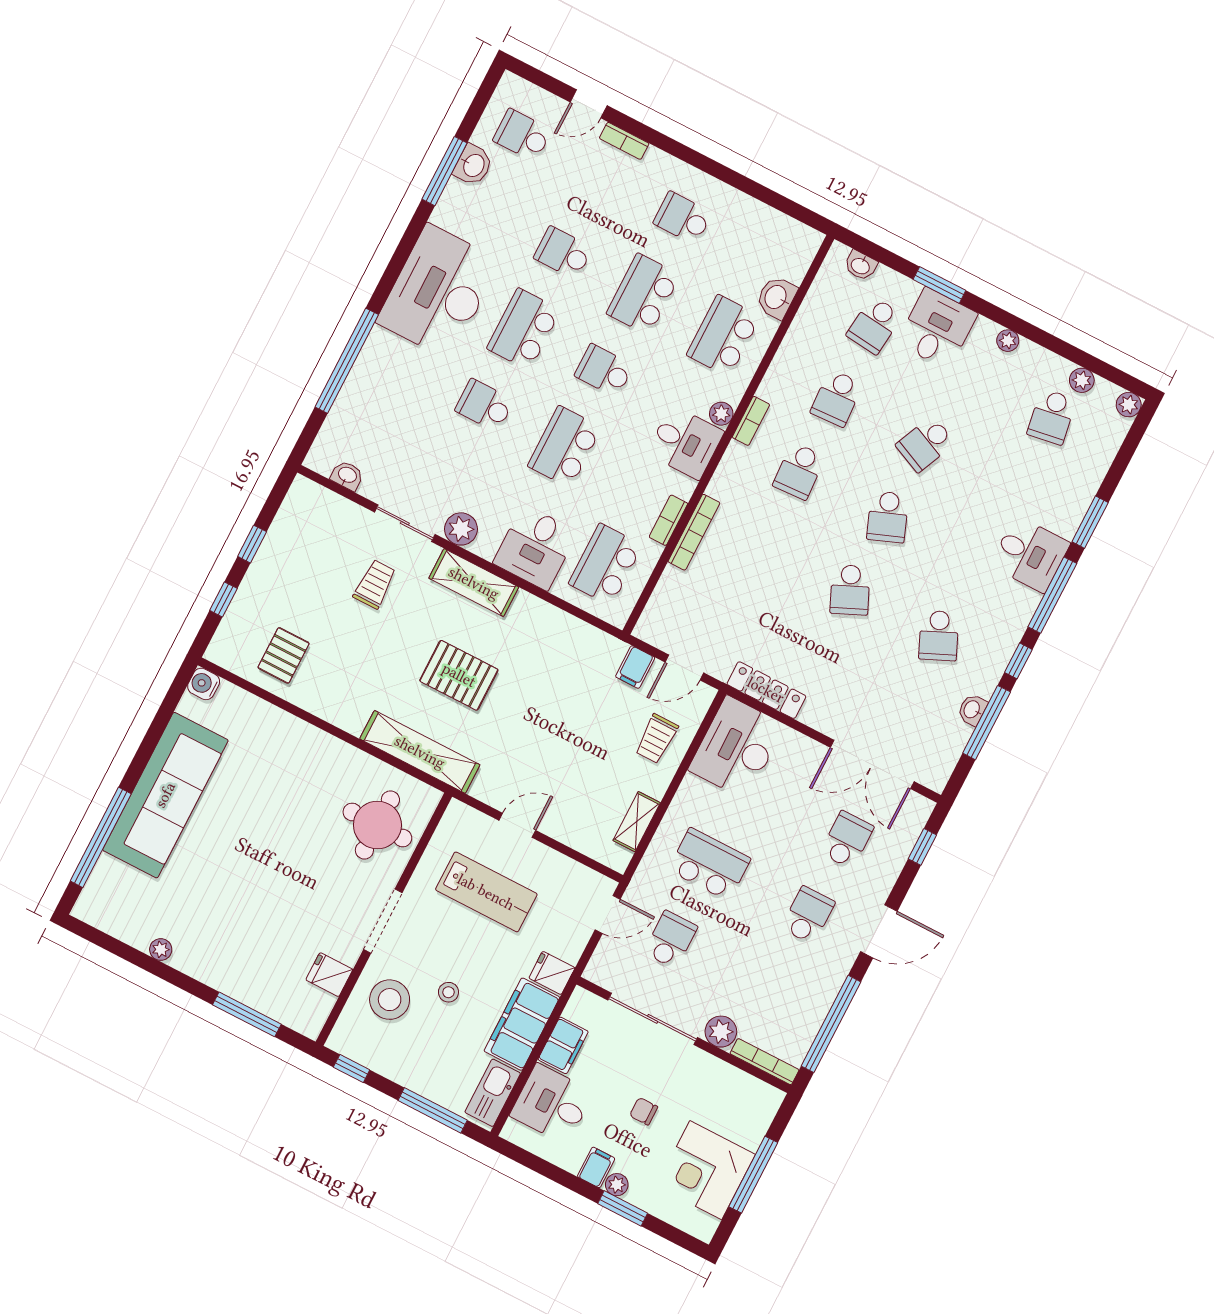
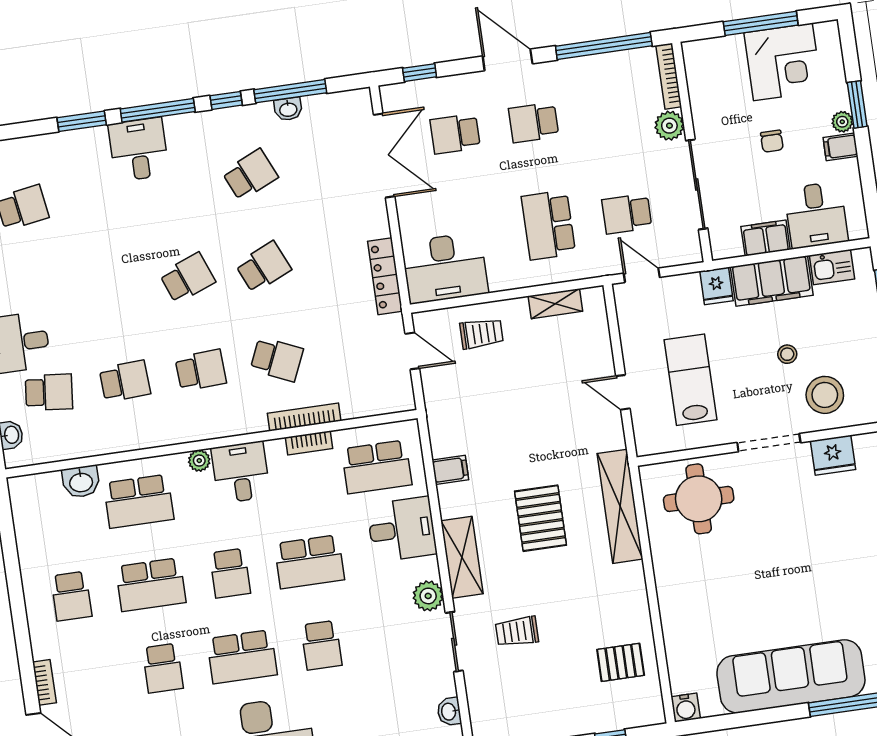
bookcase: (751, 421) -> (189, 434), removed
school desk: (925, 444) -> (277, 359), moved
filing cabinet: (635, 667) -> (450, 470), moved
fridge: (329, 975) -> (833, 455), width x1.38
kitchen sink: (493, 1093) -> (832, 267), width x0.73

